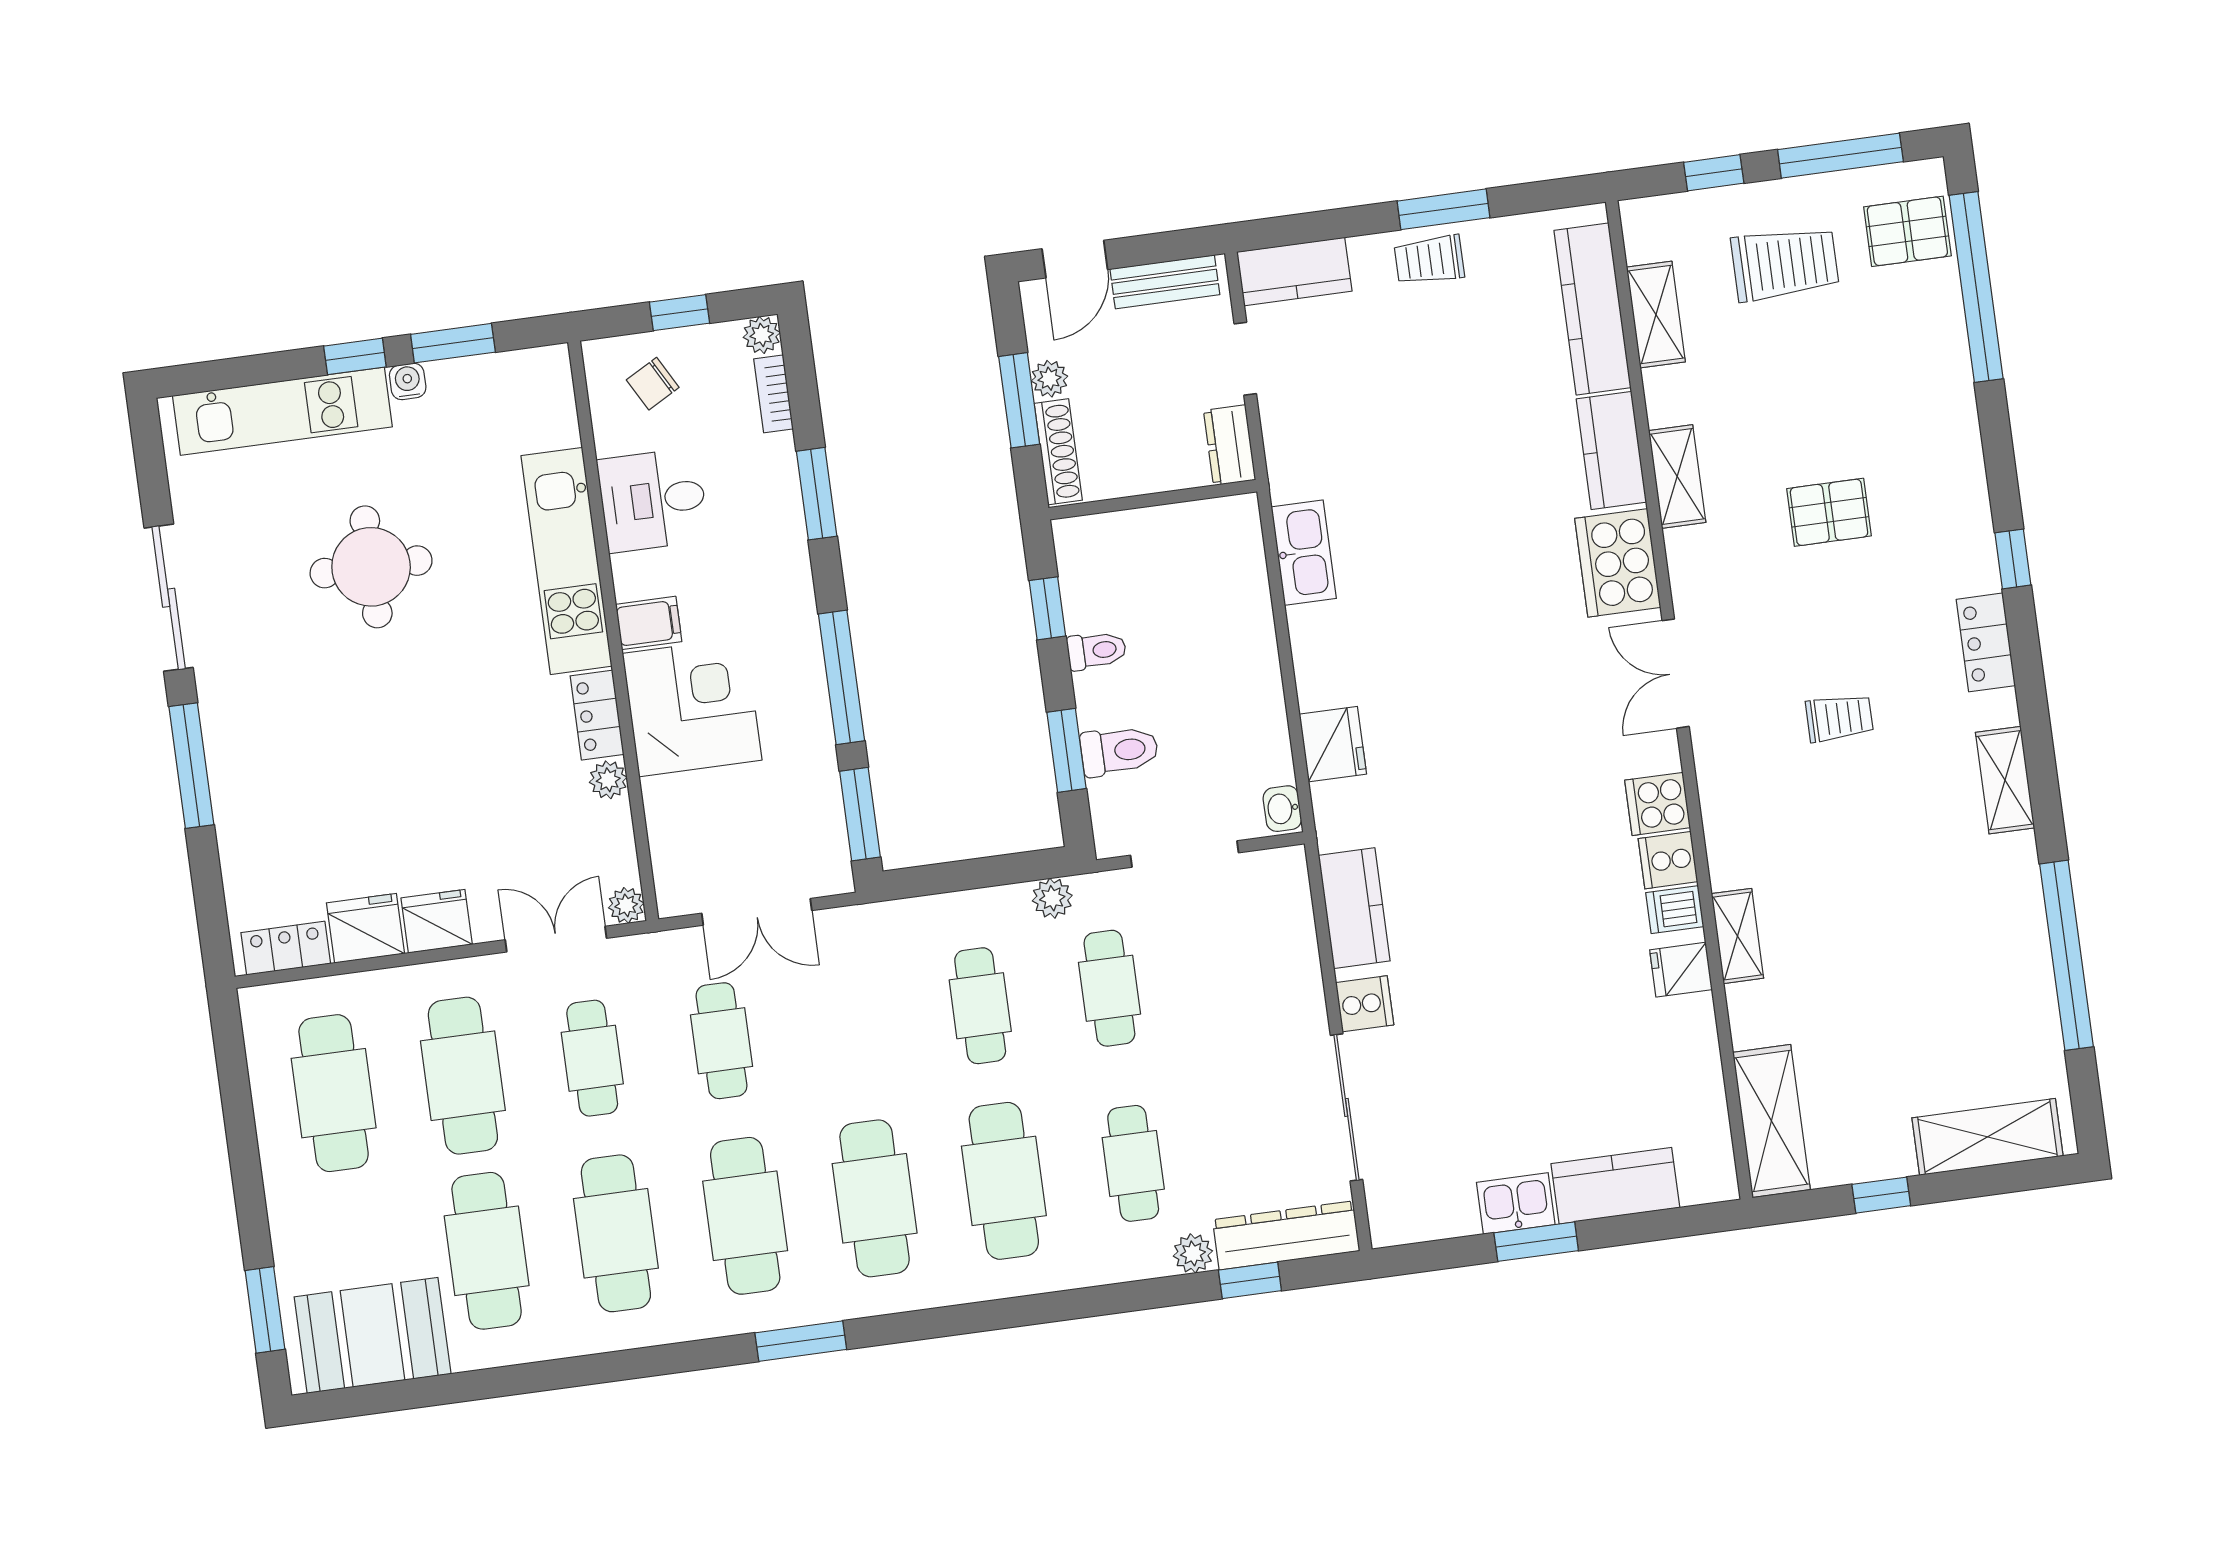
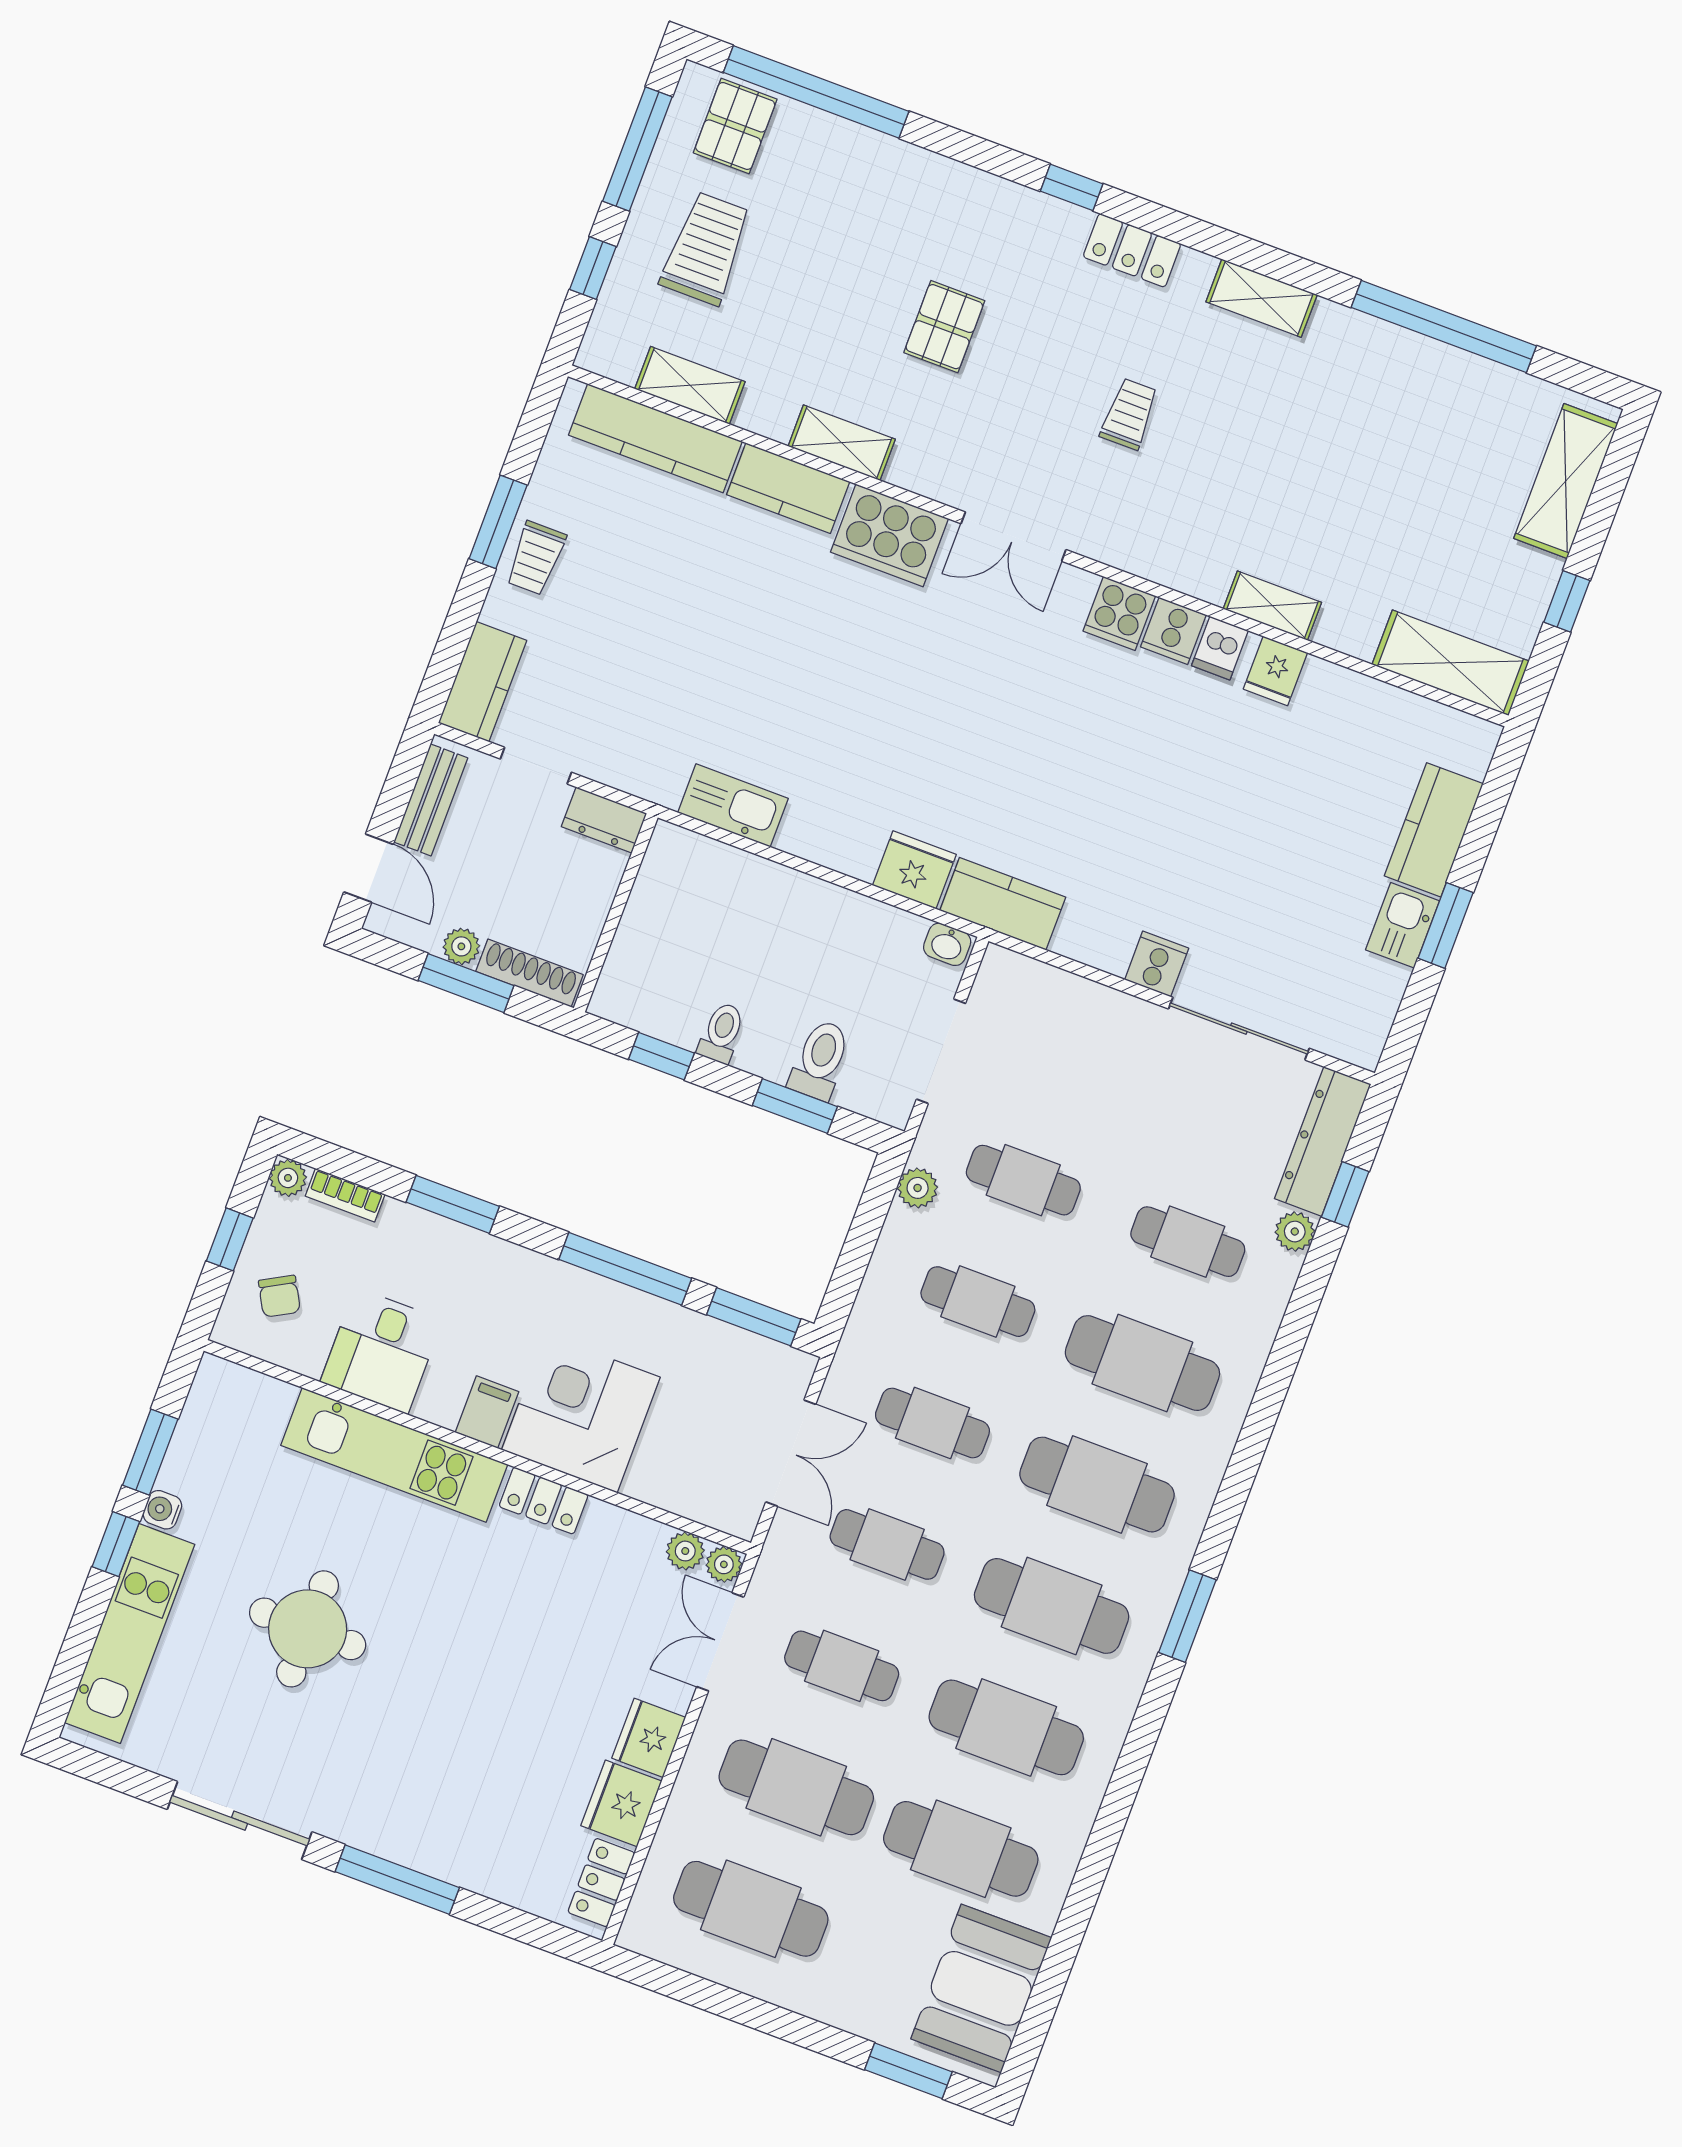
plant: (608, 780) -> (685, 1551), moved
kitchen counter: (1354, 908) -> (1003, 904), moved
cafe table: (851, 1023) -> (932, 1423), added

